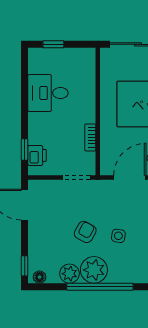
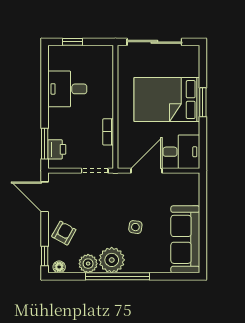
window: (25, 149) -> (45, 144), width x1.50
armchair: (85, 232) -> (64, 233), moved

